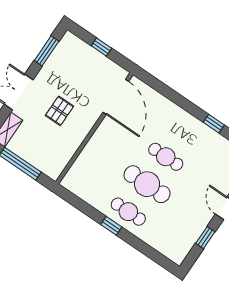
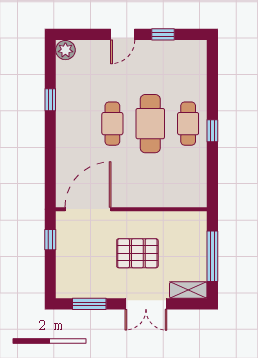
window: (101, 47) -> (50, 240), moved
pallet: (59, 111) -> (137, 253), width x1.50, depth x1.42

